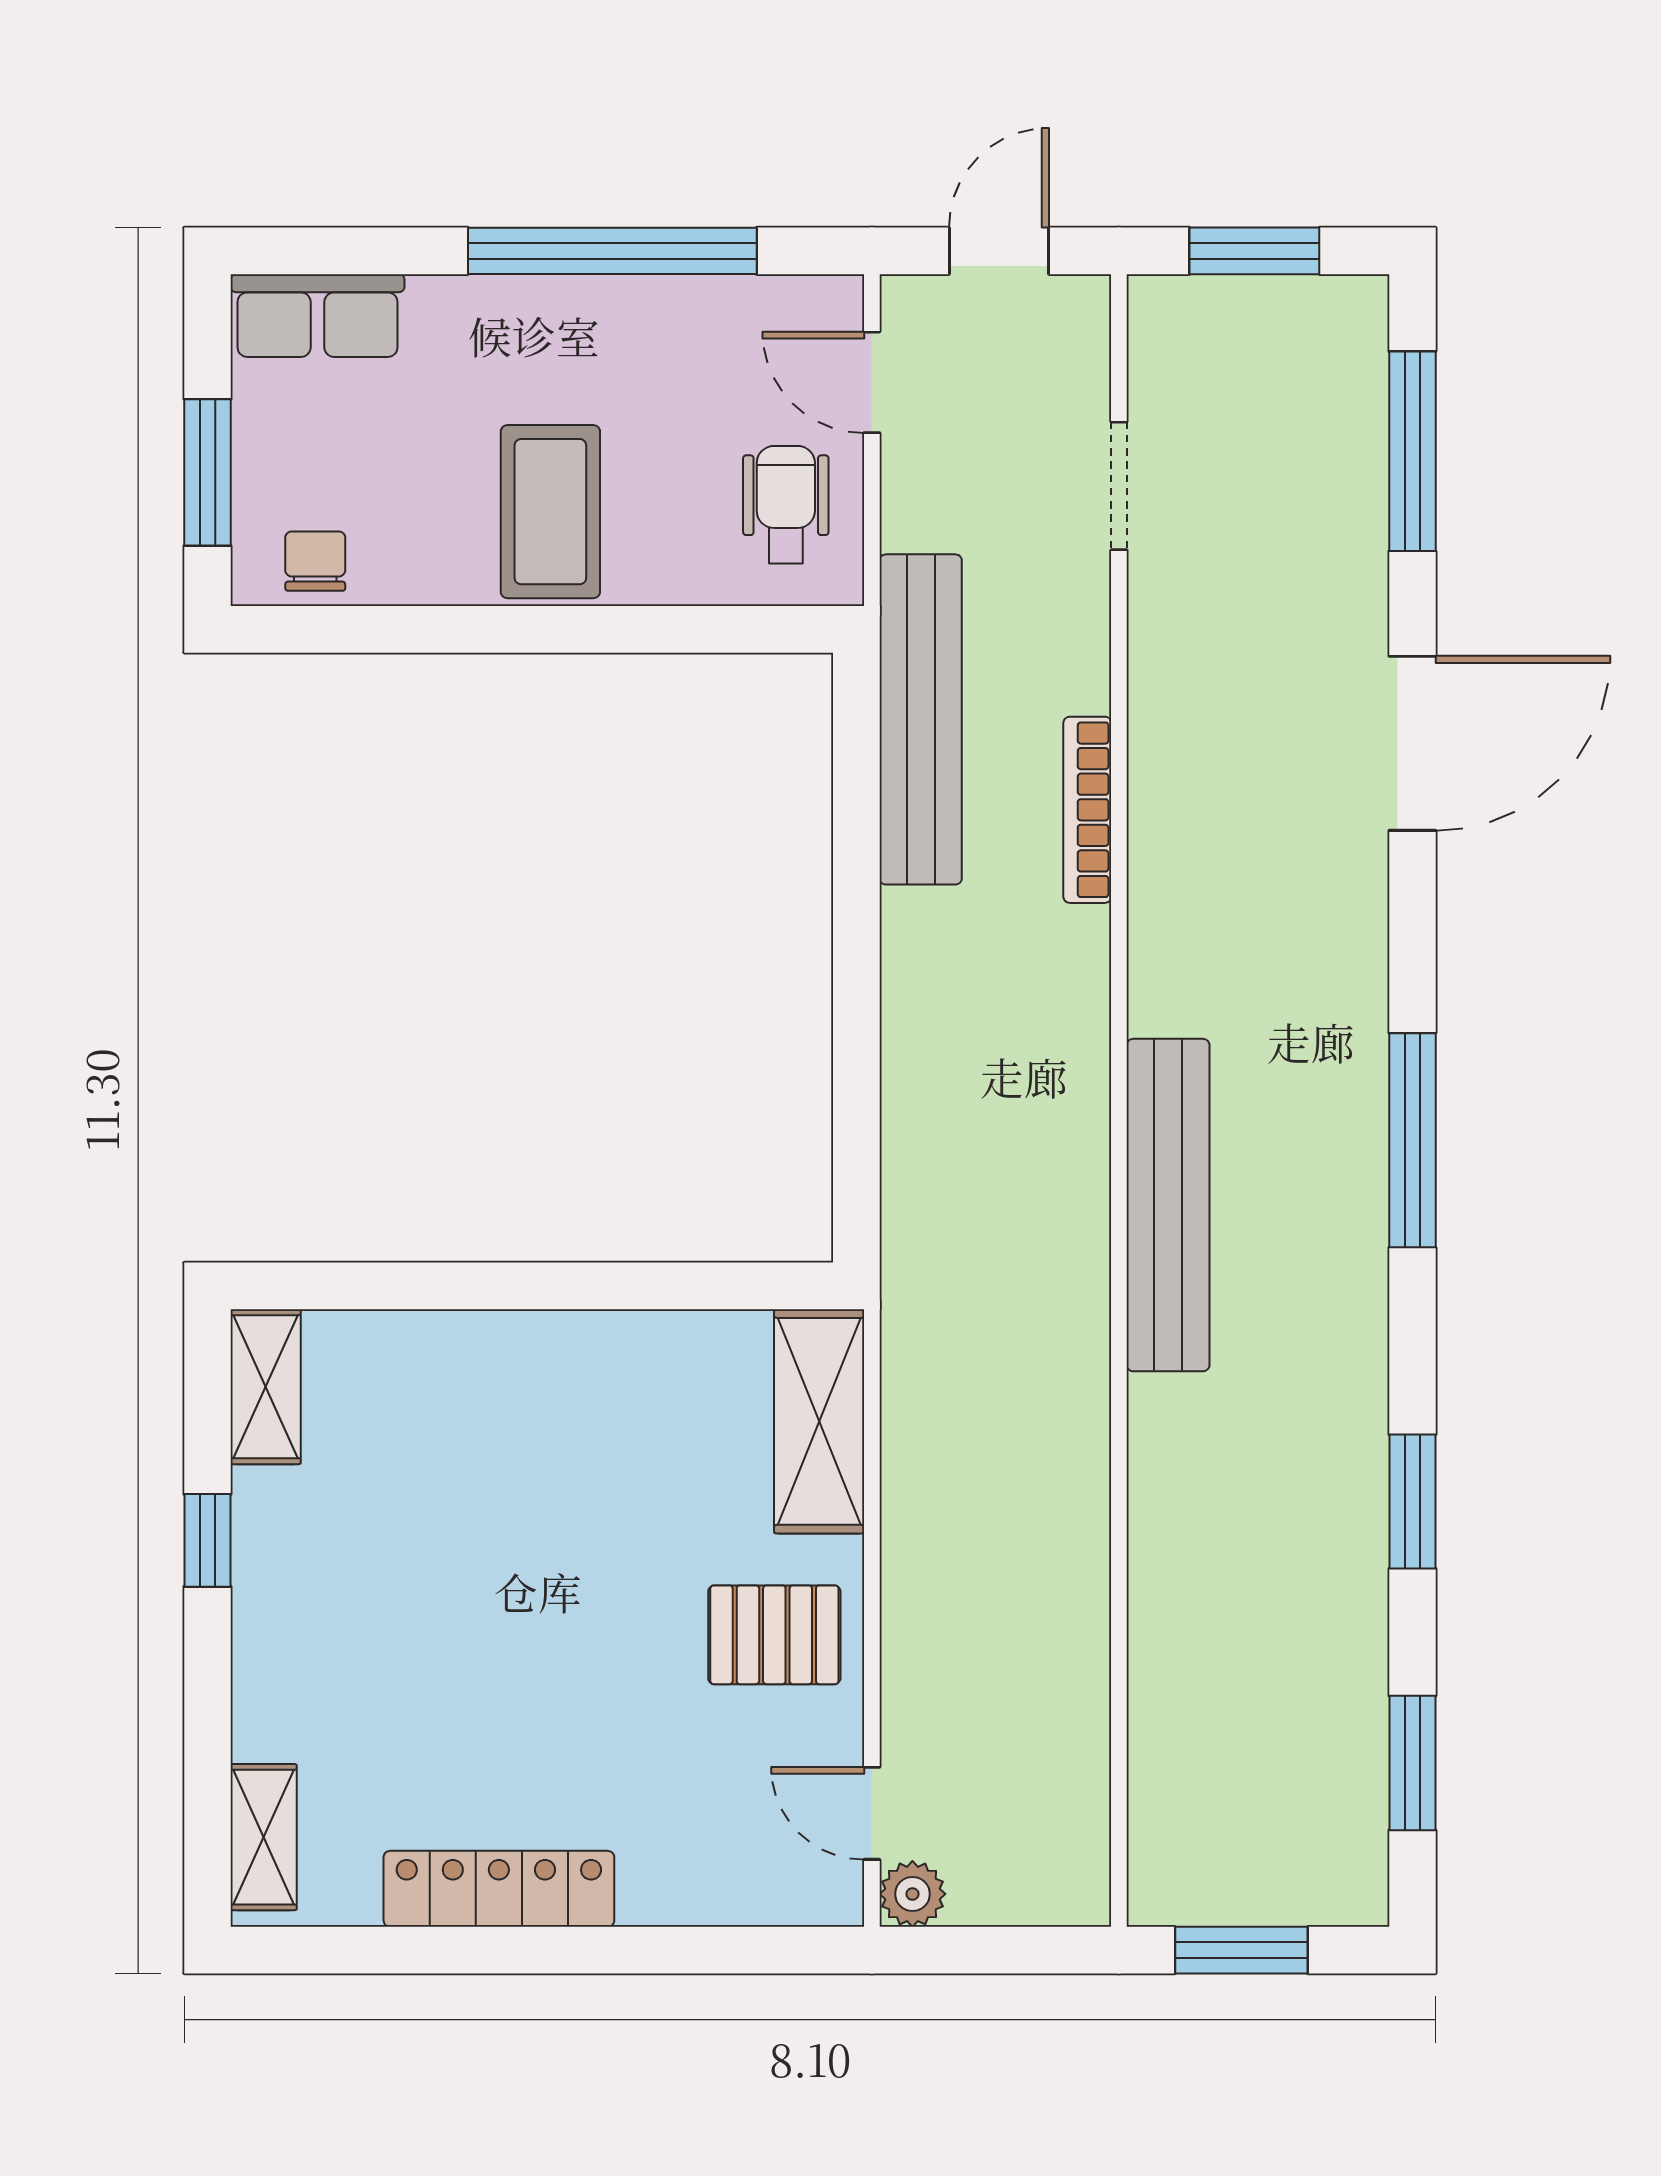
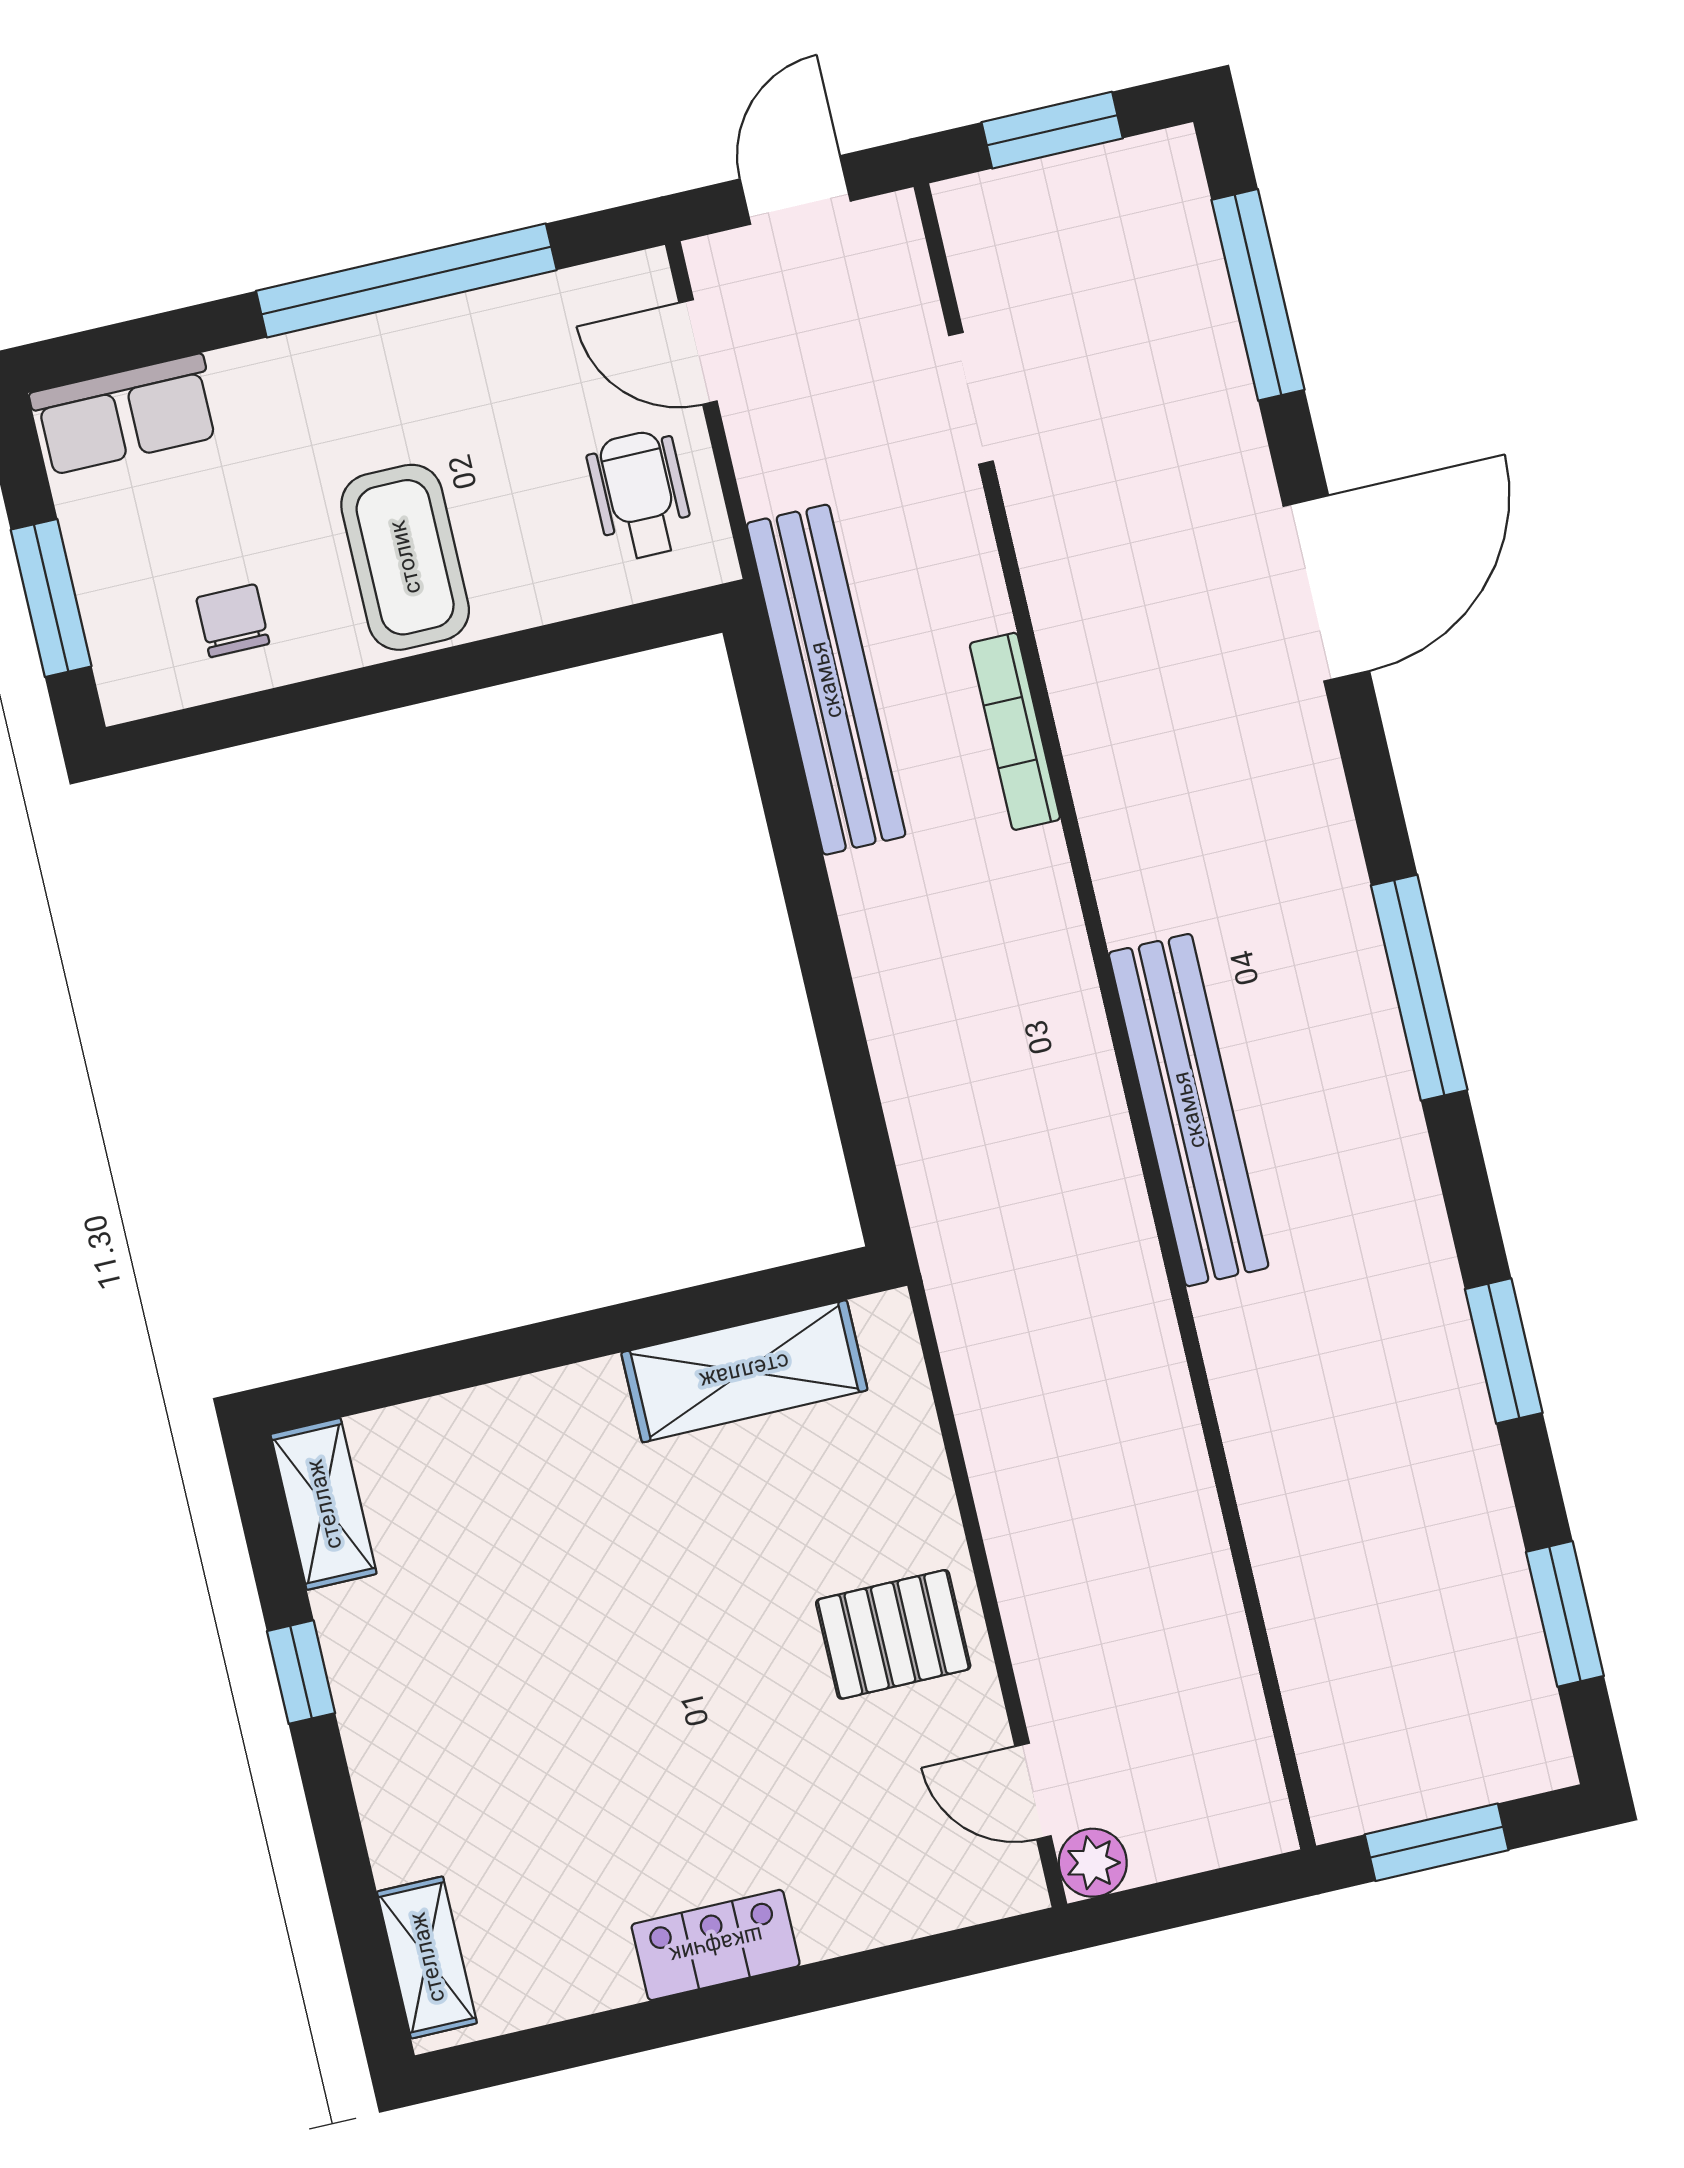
chair: (315, 561) -> (233, 621), moved
shelving: (819, 1421) -> (744, 1371), moved, turned 90
locker: (499, 1889) -> (716, 1945), width x0.66

